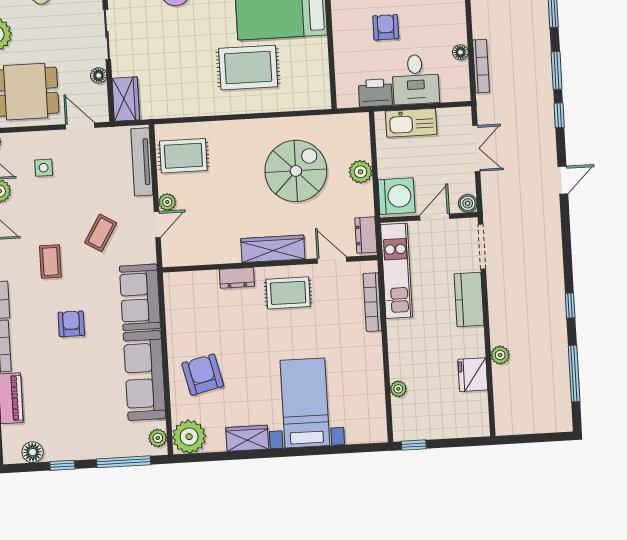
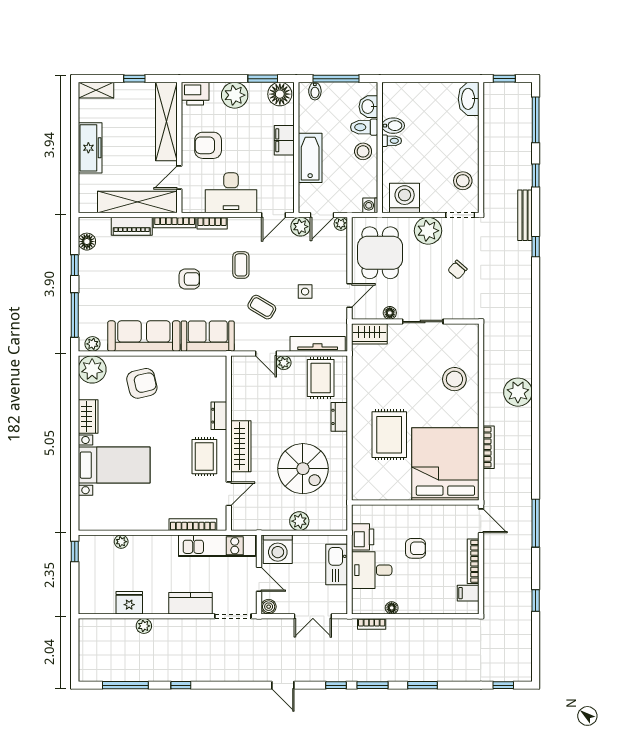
bookcase: (481, 66) -> (372, 624), width x0.64
side table: (44, 168) -> (305, 292), moved
dresser: (366, 235) -> (339, 417), moved, turned -90
coffee table: (50, 261) -> (241, 265), turned 90

